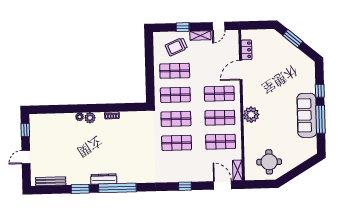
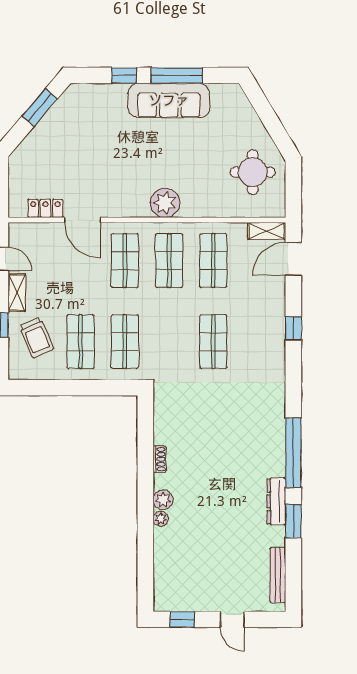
window: (293, 39) -> (40, 108), moved
shop shelf: (176, 119) -> (169, 342), removed
dresser: (104, 179) -> (276, 501), moved

